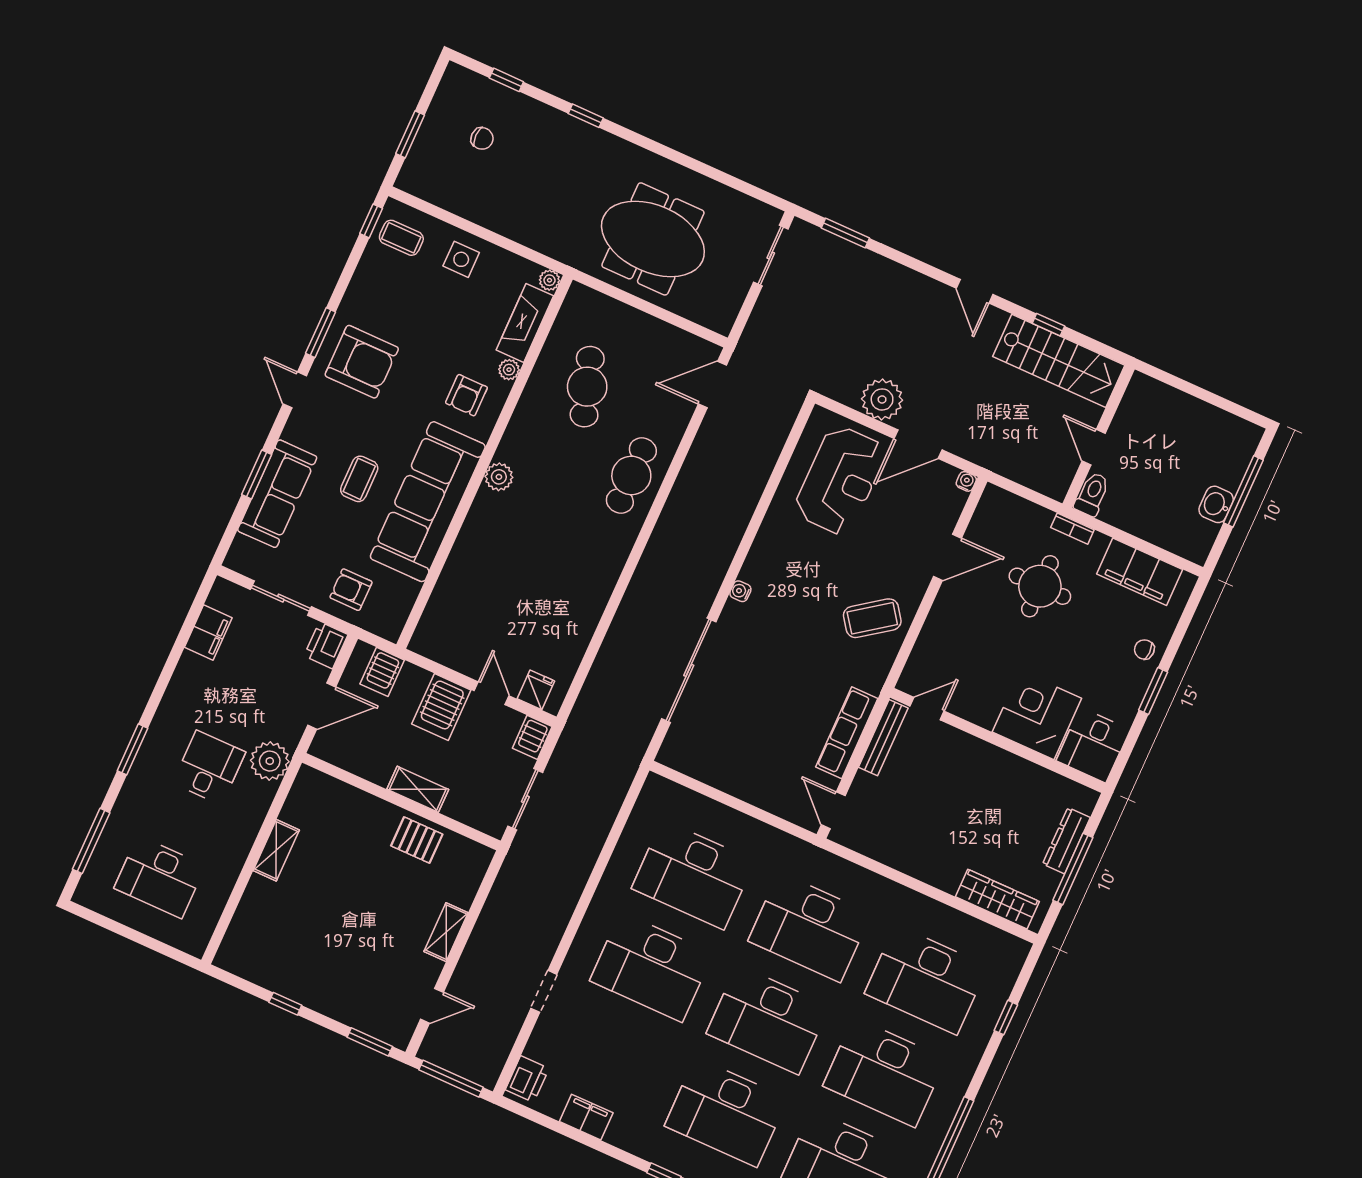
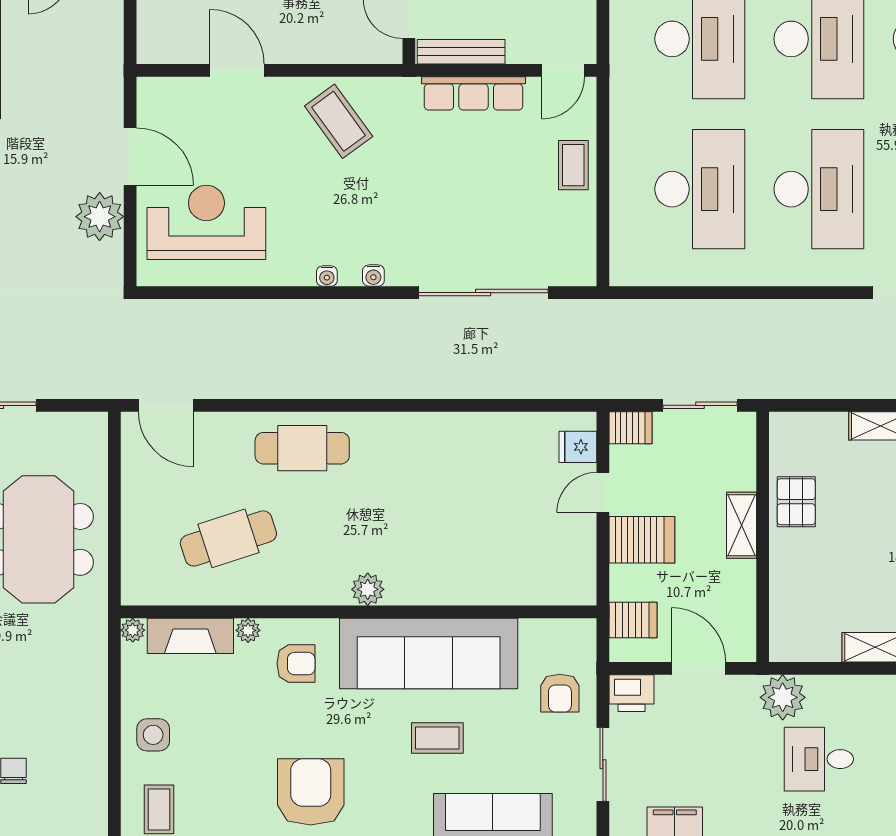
water cooler: (966, 481) -> (327, 276), moved, turned -90
coffee table: (756, 785) -> (573, 165), added

